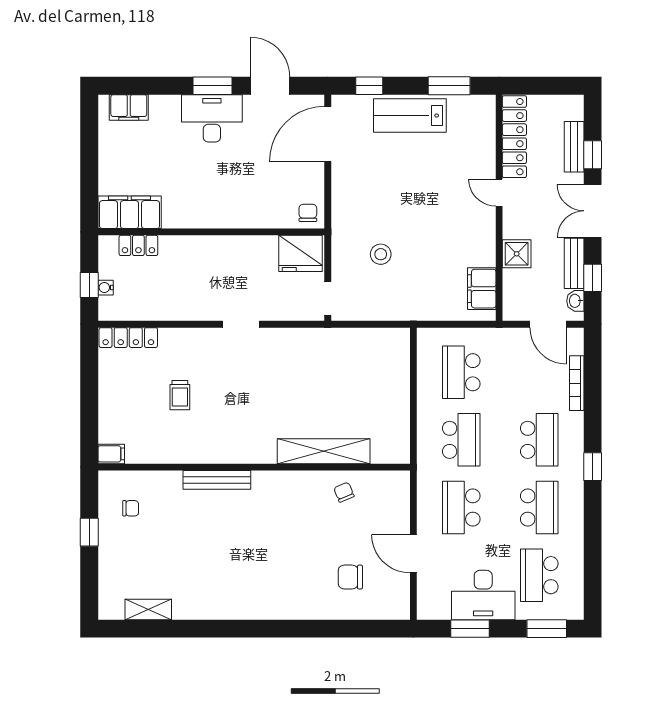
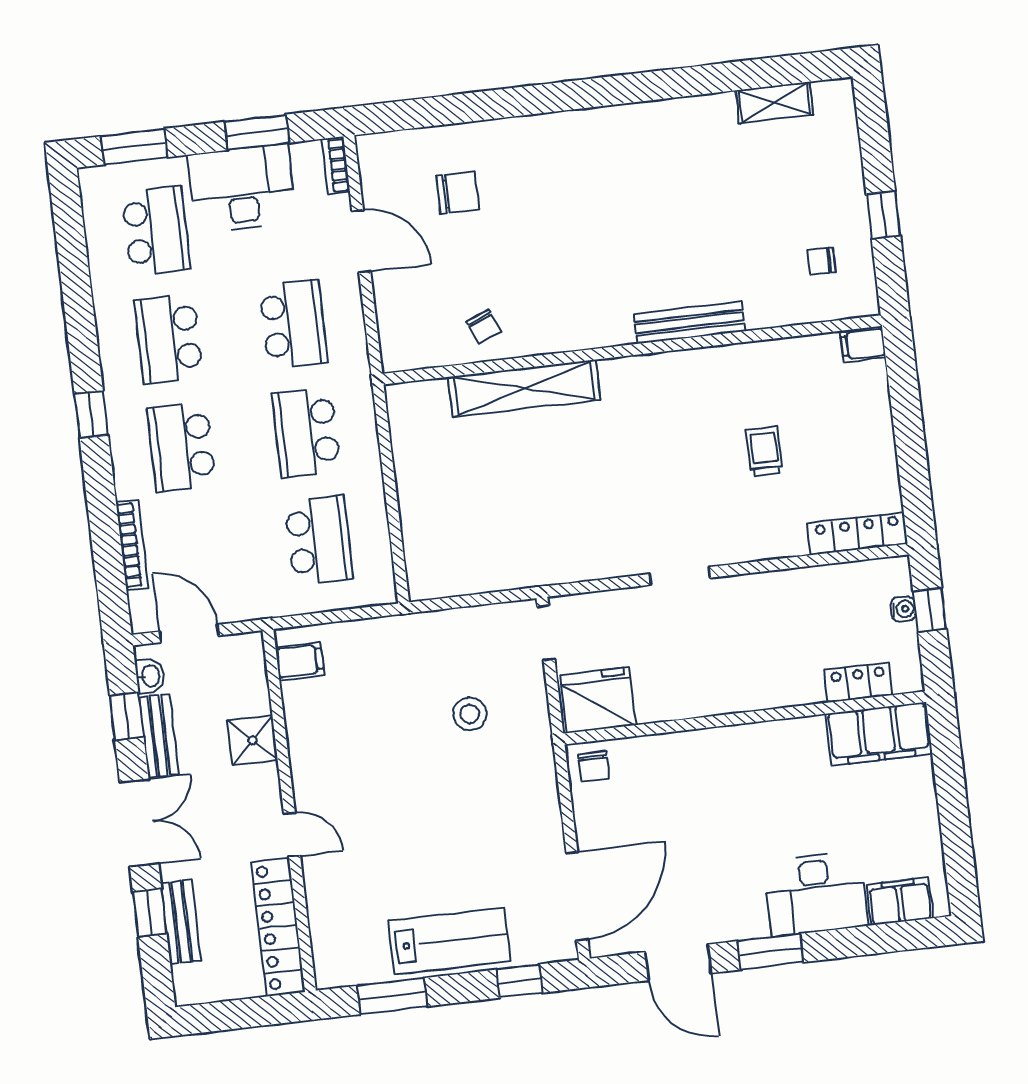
desk: (212, 118) -> (816, 893), moved
filing cabinet: (482, 289) -> (300, 661), width x0.50
bookcase: (424, 603) -> (336, 165), added

